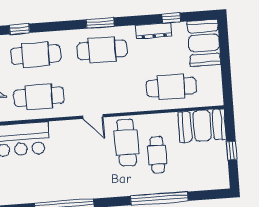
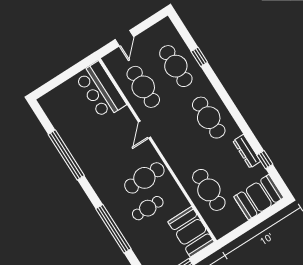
window: (100, 23) -> (230, 104), removed
window: (19, 29) -> (199, 57), moved
door: (93, 117) -> (145, 130), moved

